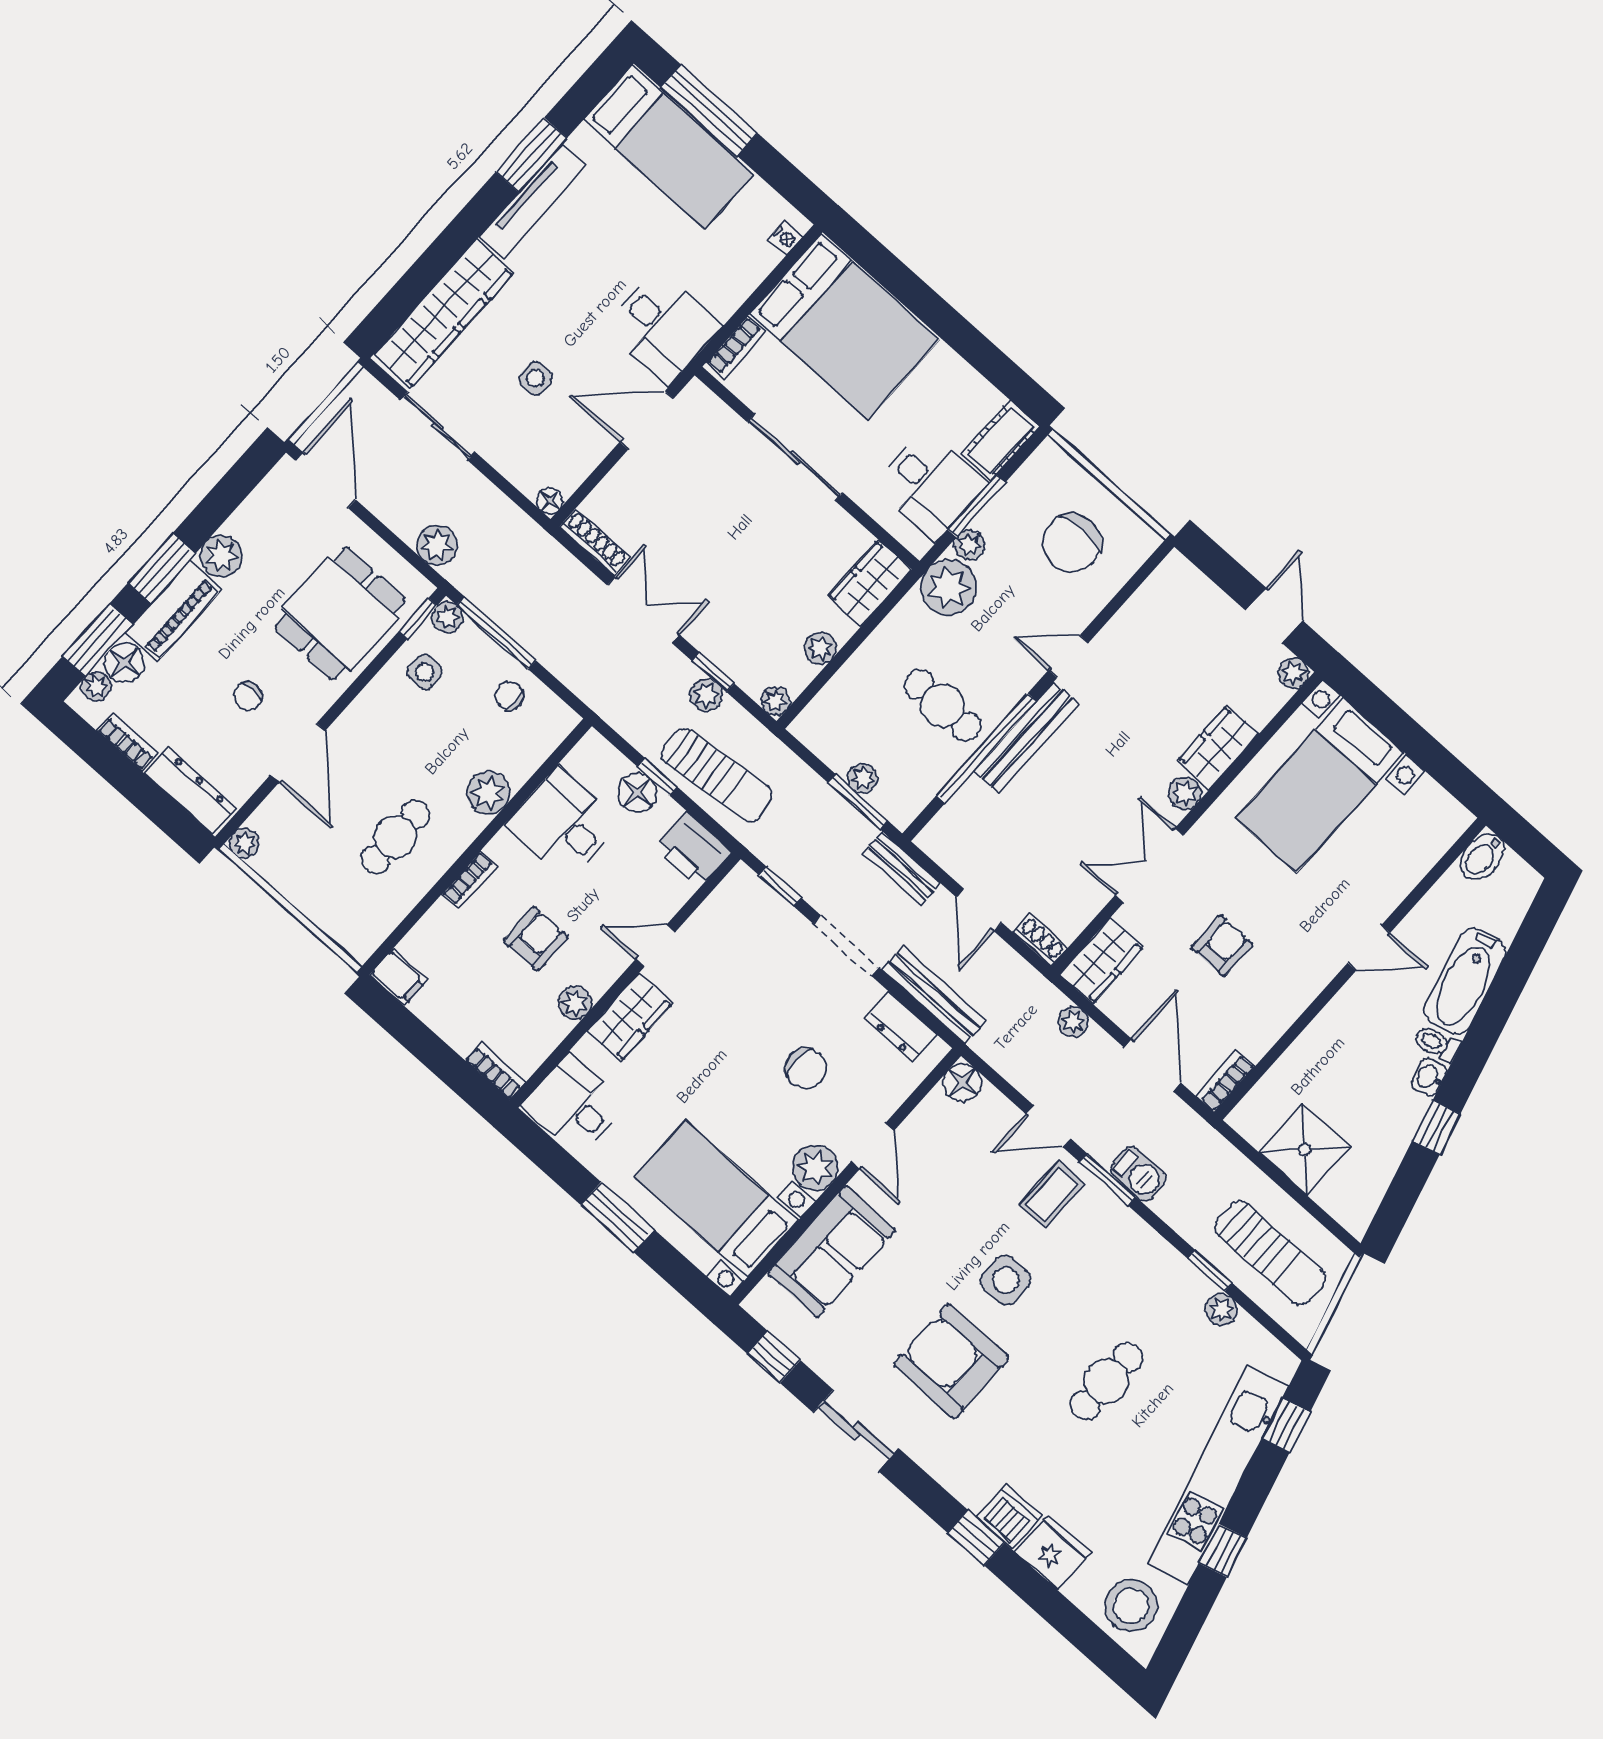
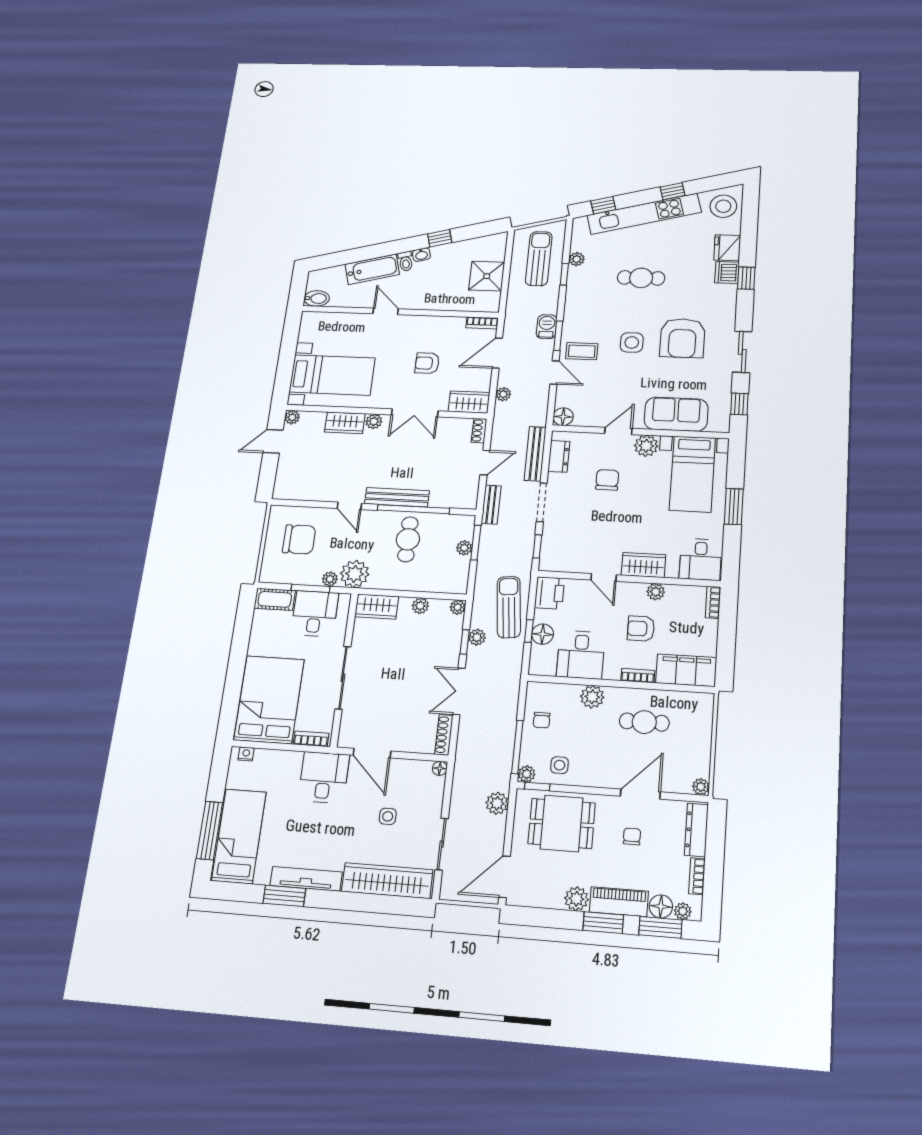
chair: (248, 696) -> (632, 836), turned -90
filing cabinet: (398, 977) -> (686, 670), width x3.00, depth x1.17

